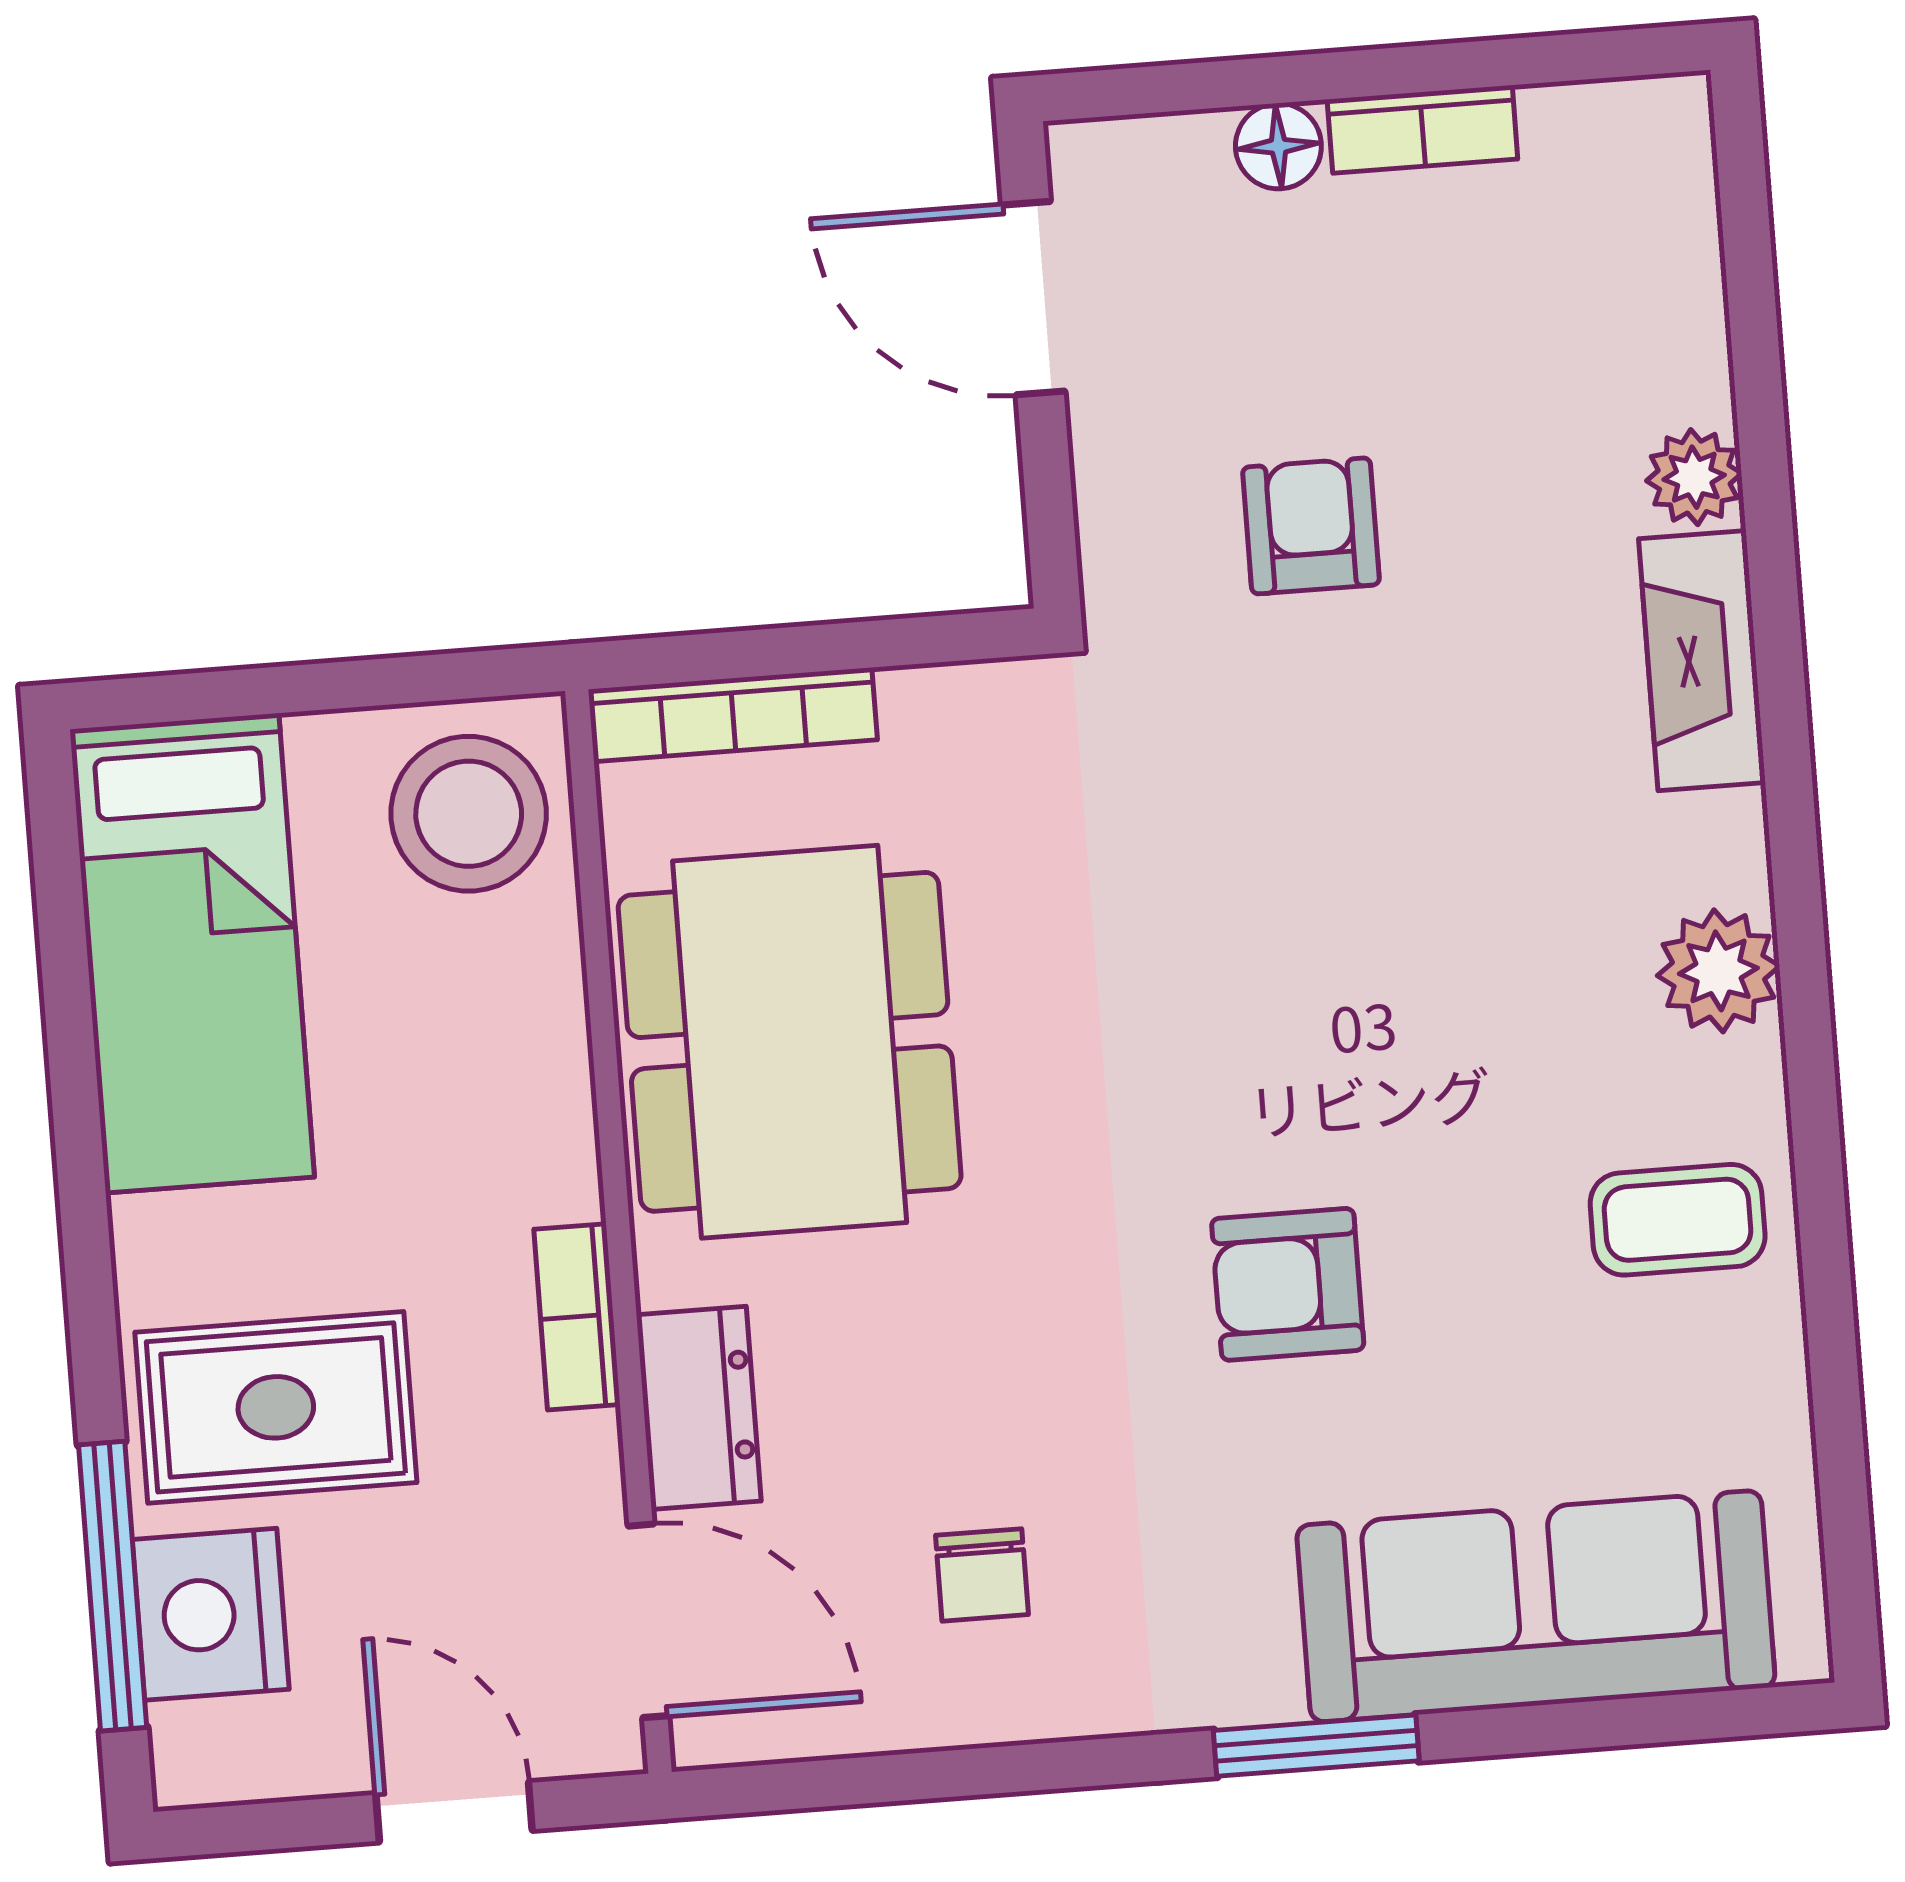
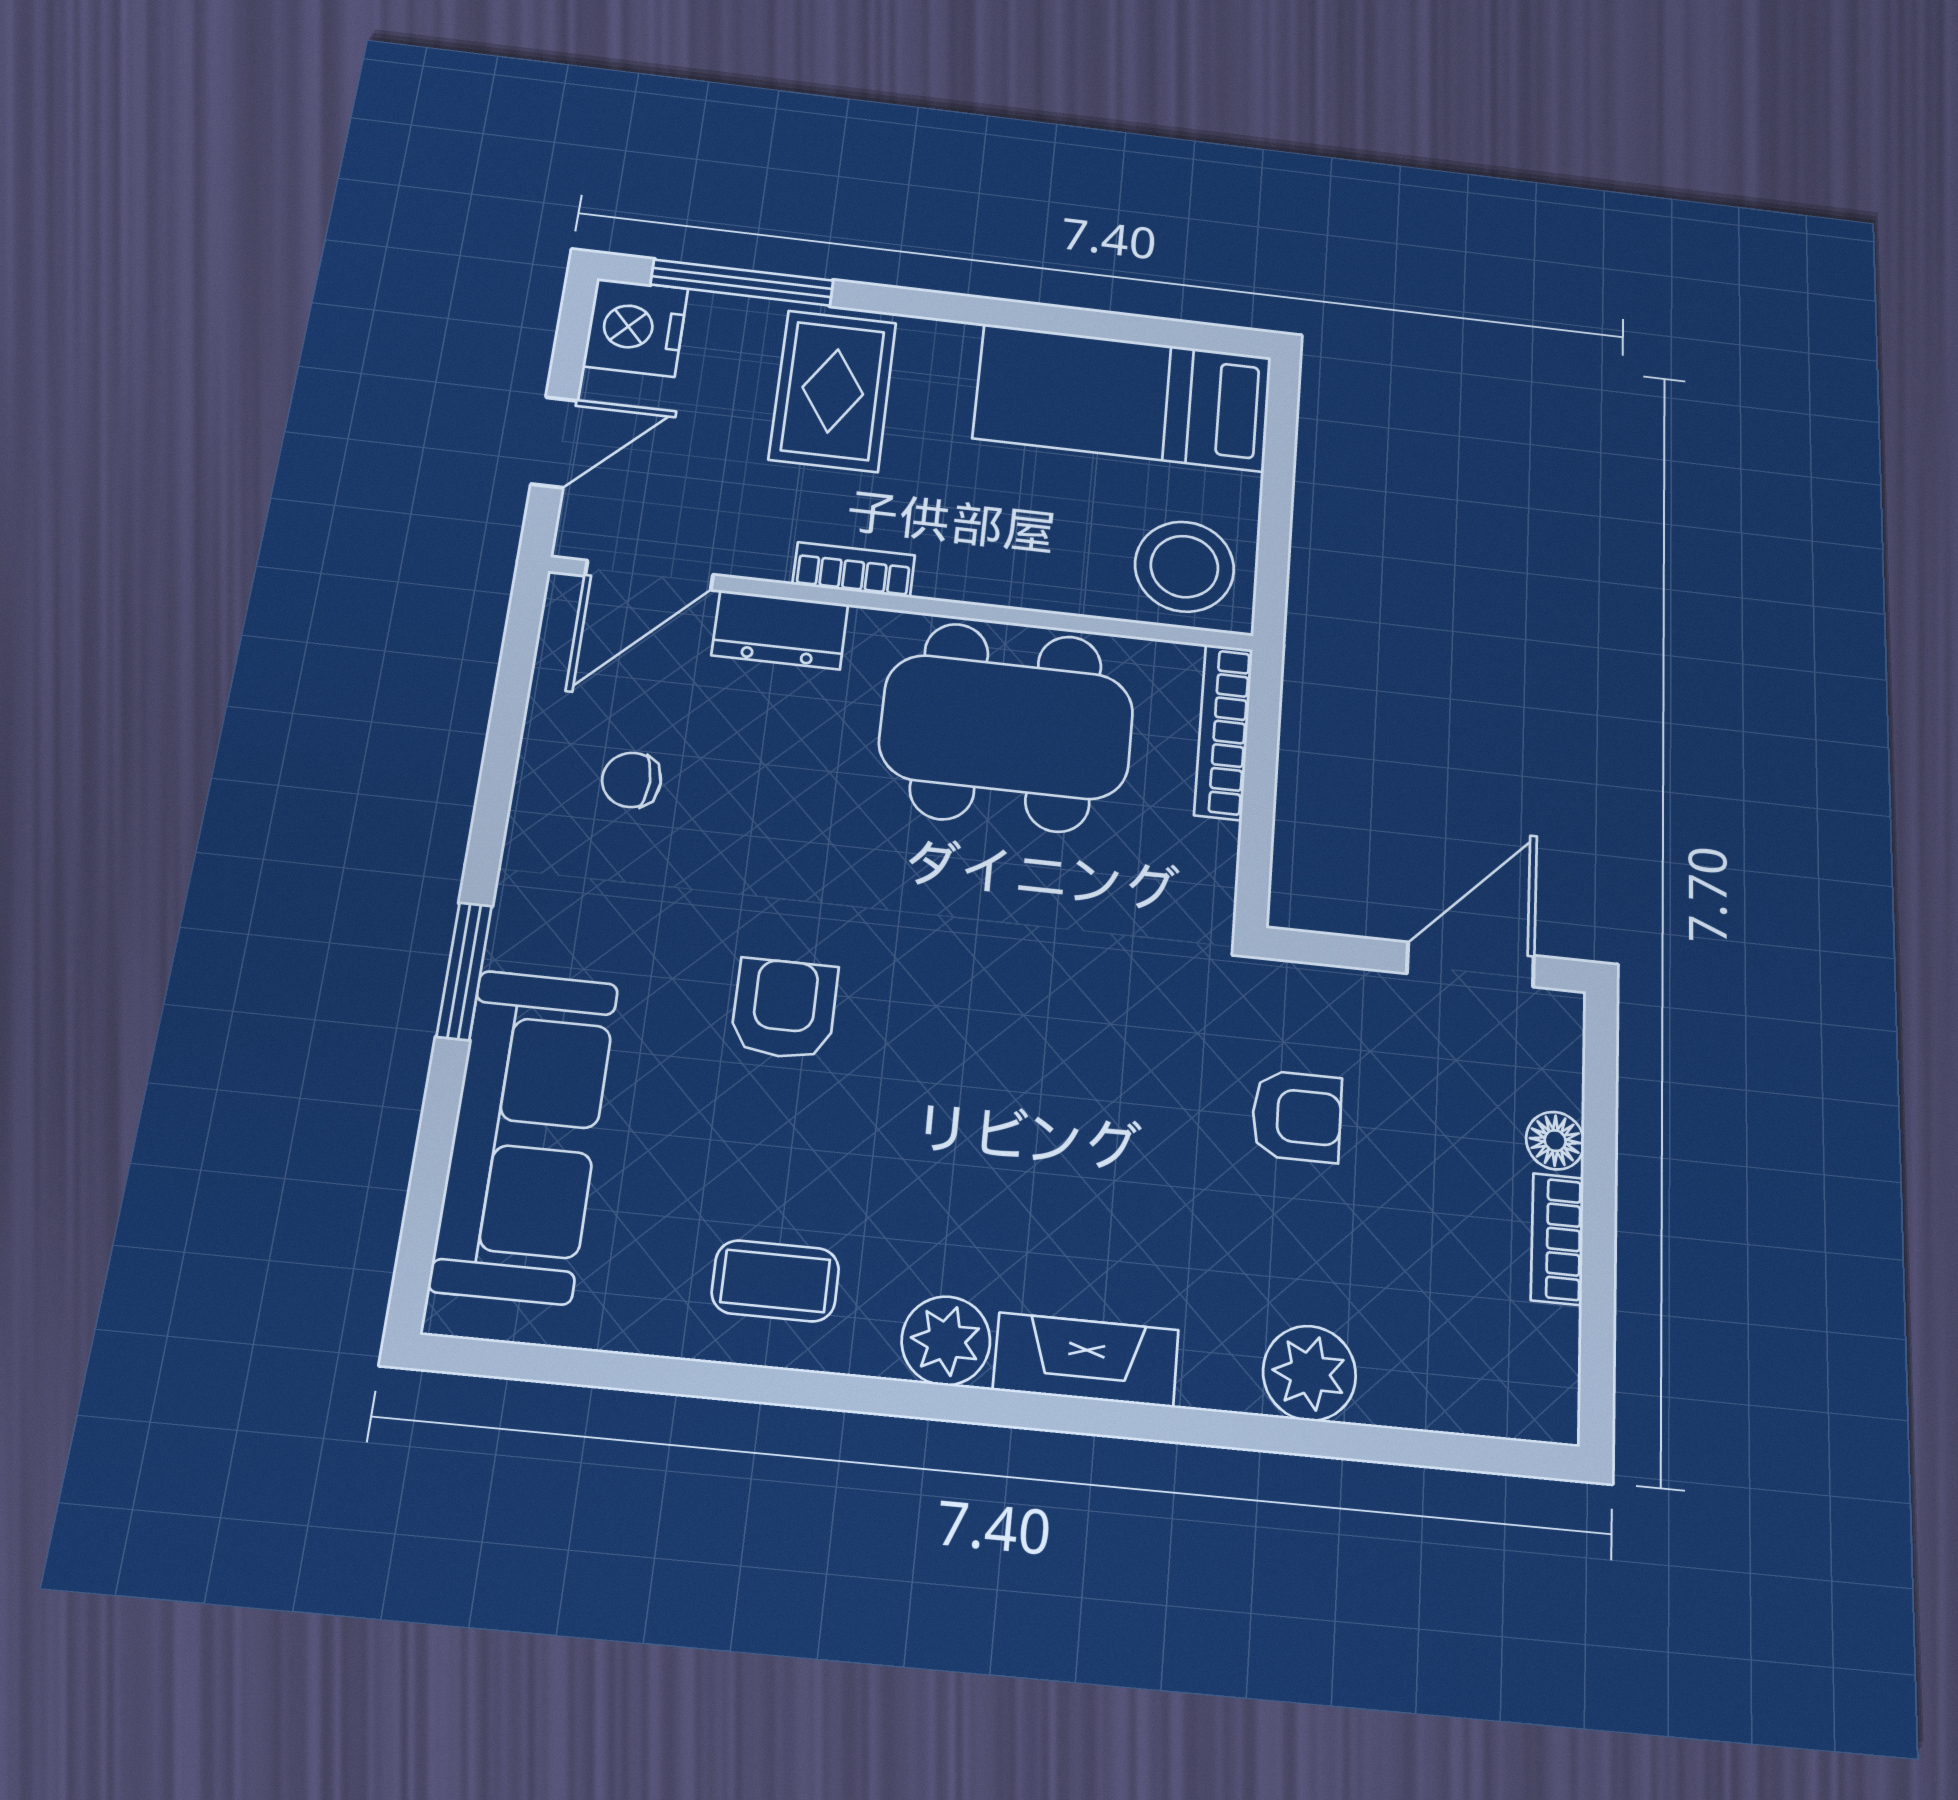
plant: (1694, 477) -> (1309, 1373), width x1.38, depth x1.38
fireplace: (1702, 661) -> (1086, 1360), moved
coffee table: (1678, 1220) -> (775, 1281), turned 90
nightstand: (211, 1614) -> (636, 327), moved, turned -90

